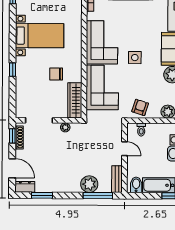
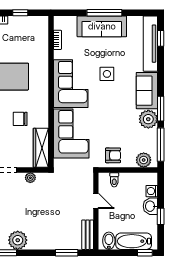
side table: (135, 58) -> (107, 74), moved
armchair: (140, 107) -> (113, 155), turned 72
plant: (89, 184) -> (18, 240), moved
window: (98, 196) -> (67, 253), width x0.69

